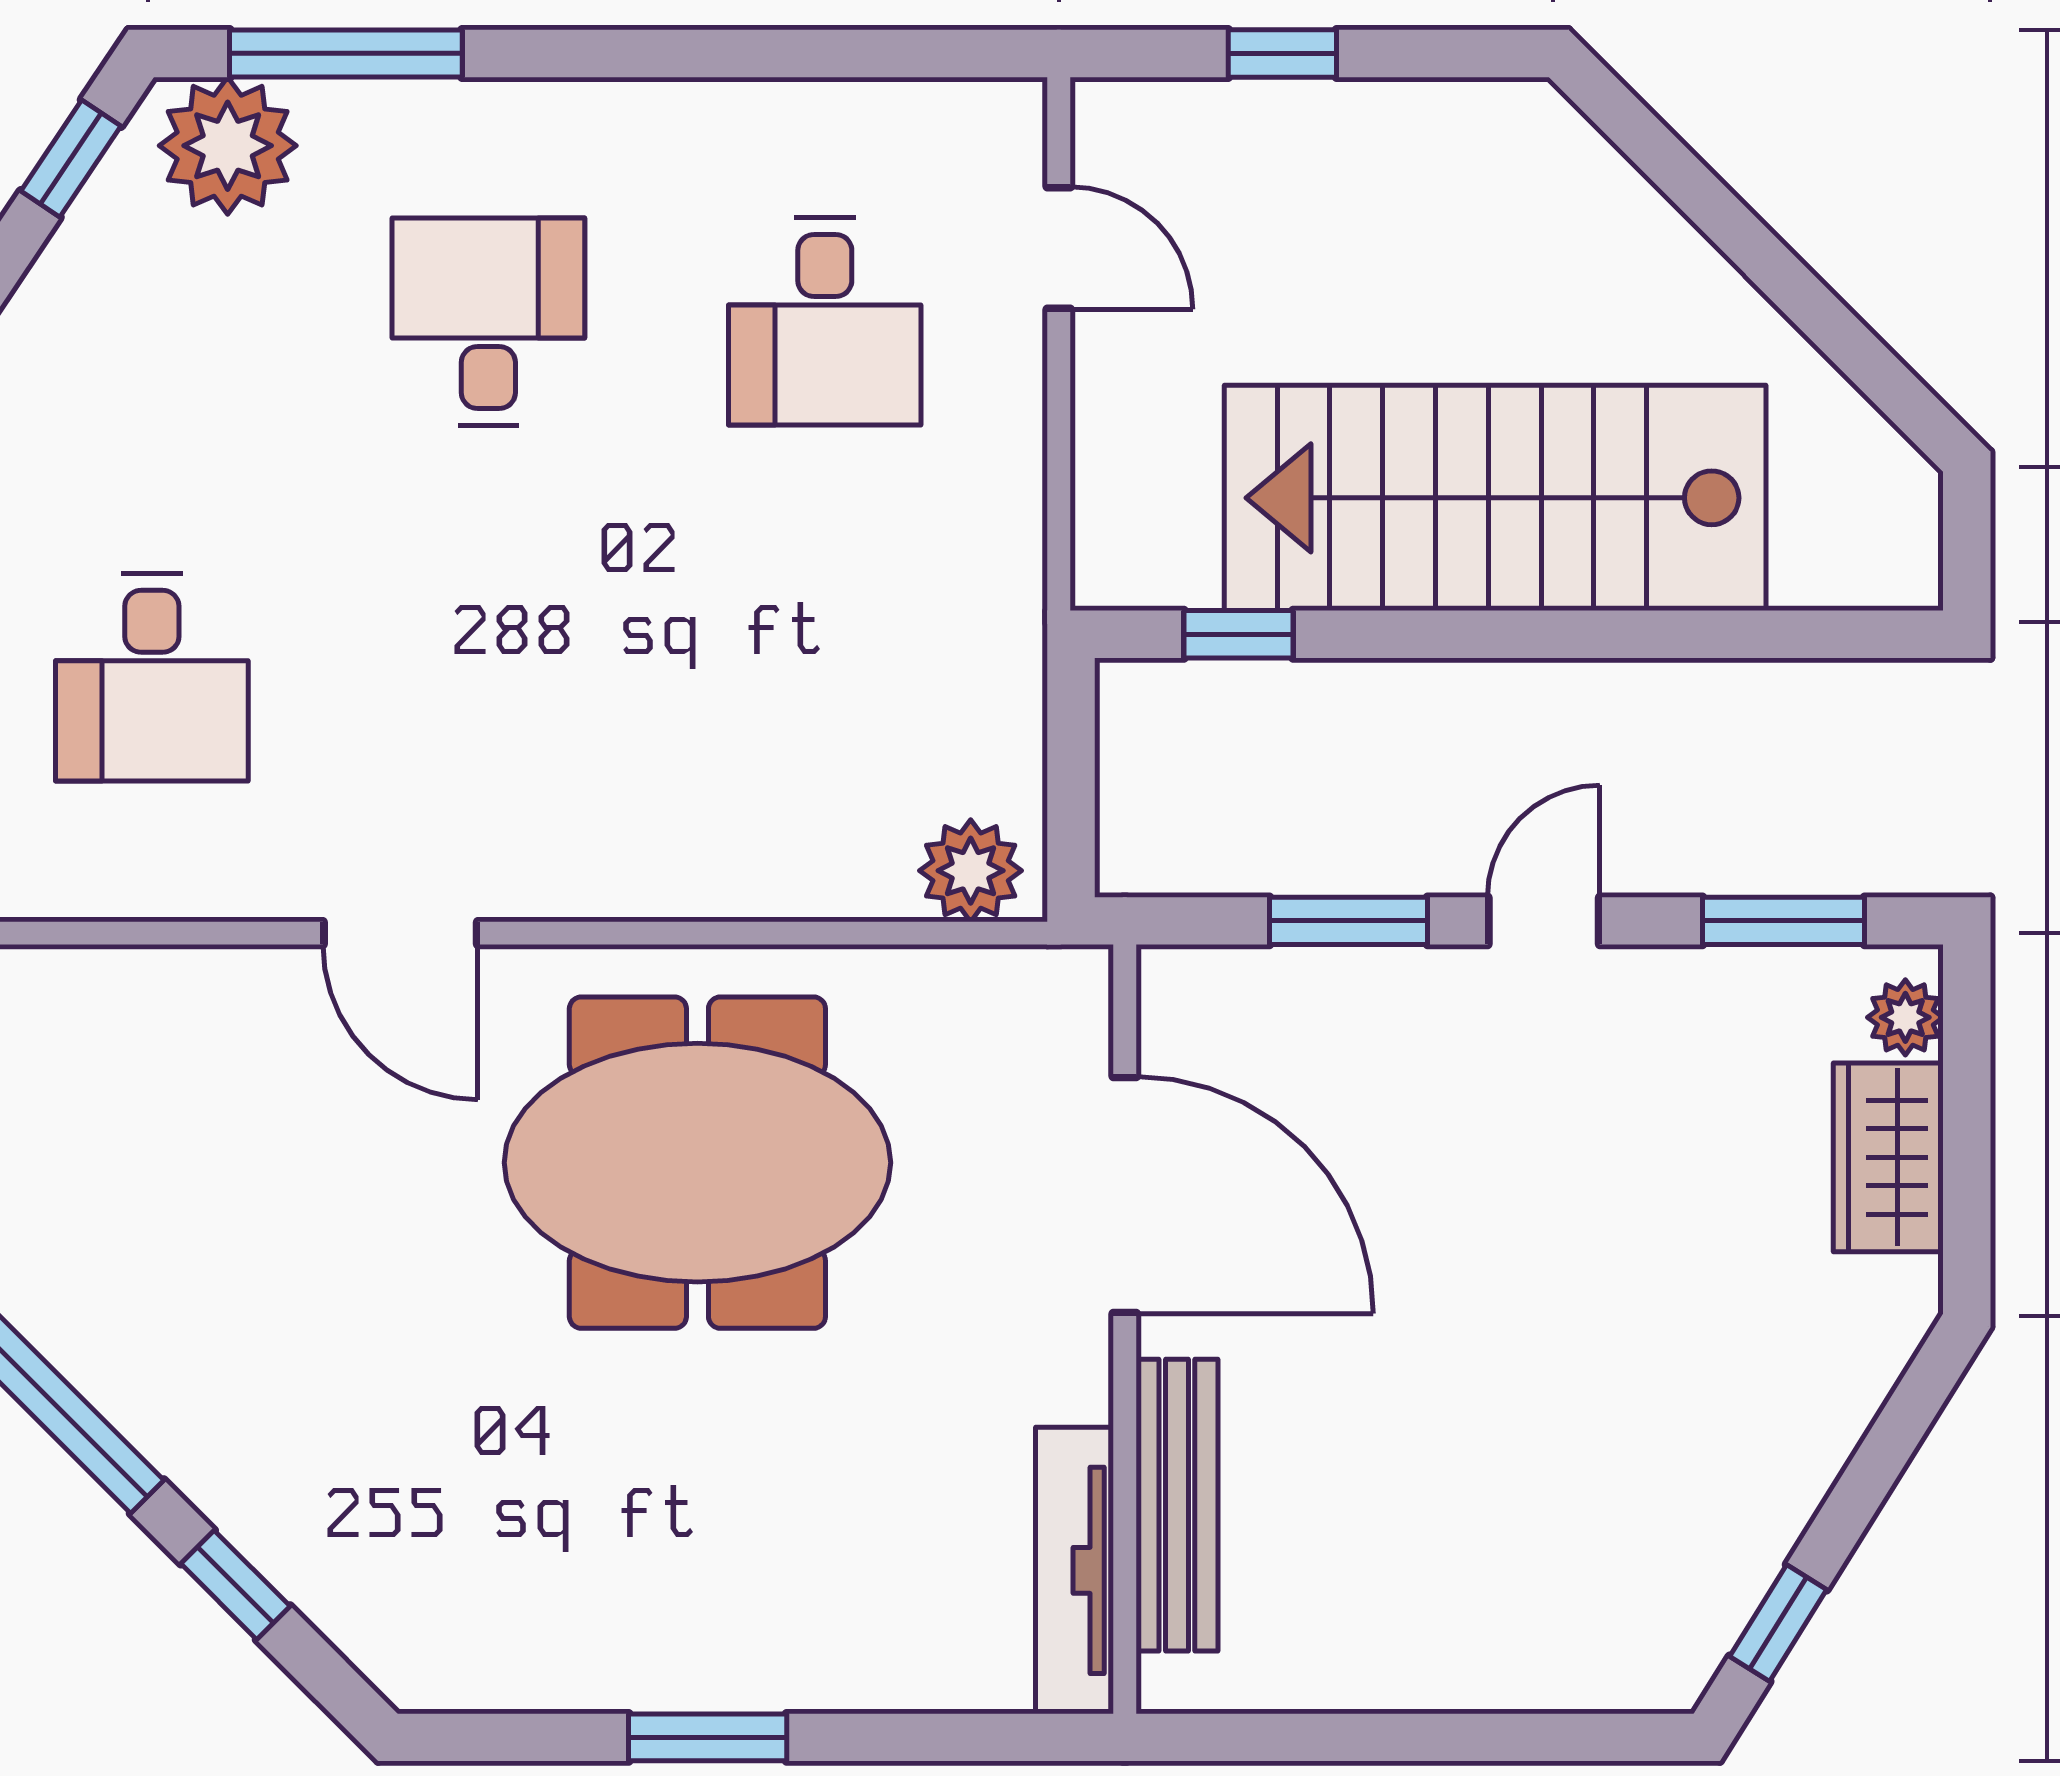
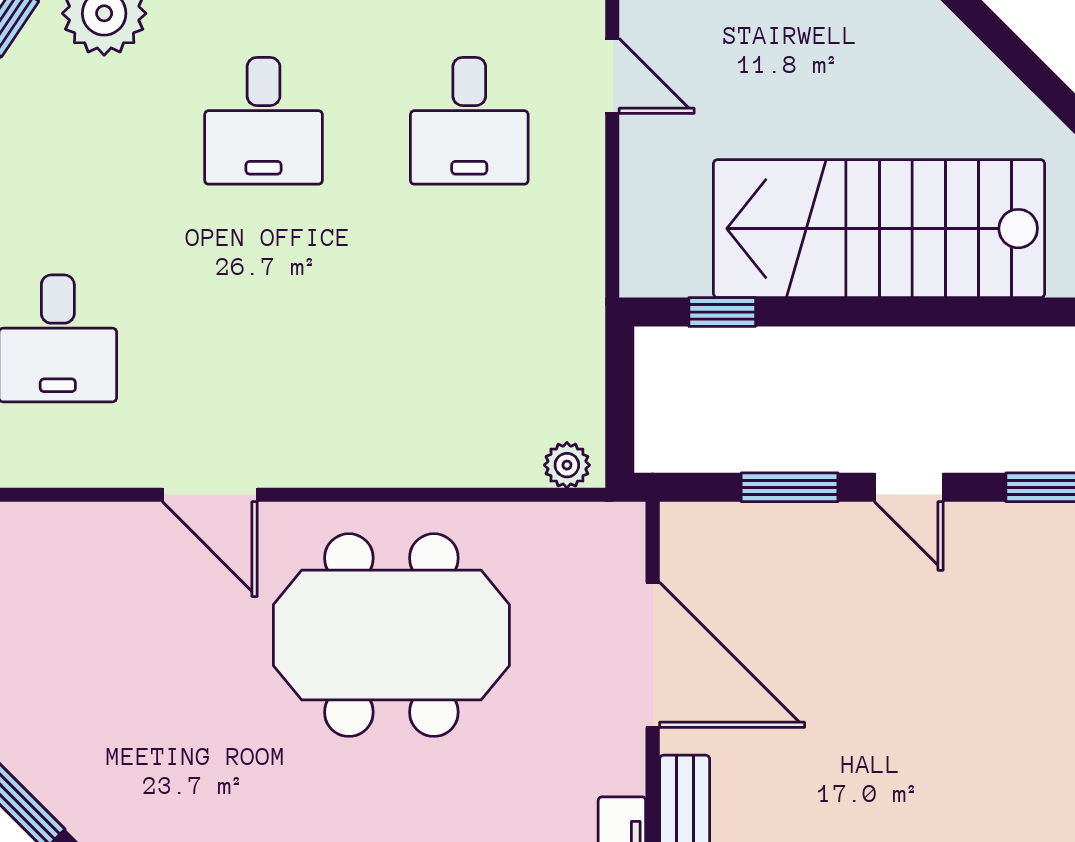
desk: (488, 322) -> (264, 121), turned 180
plant: (971, 871) -> (567, 465), width x0.73, depth x0.73
door: (1544, 921) -> (909, 487), swing flipped

